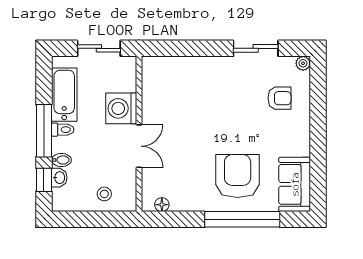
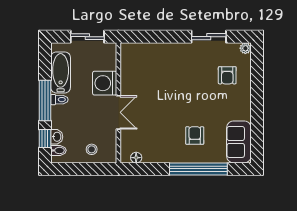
armchair: (279, 98) -> (227, 75), turned 90
bidet: (61, 160) -> (58, 150), moved
armchair: (238, 176) -> (195, 136), width x0.53, depth x0.53

